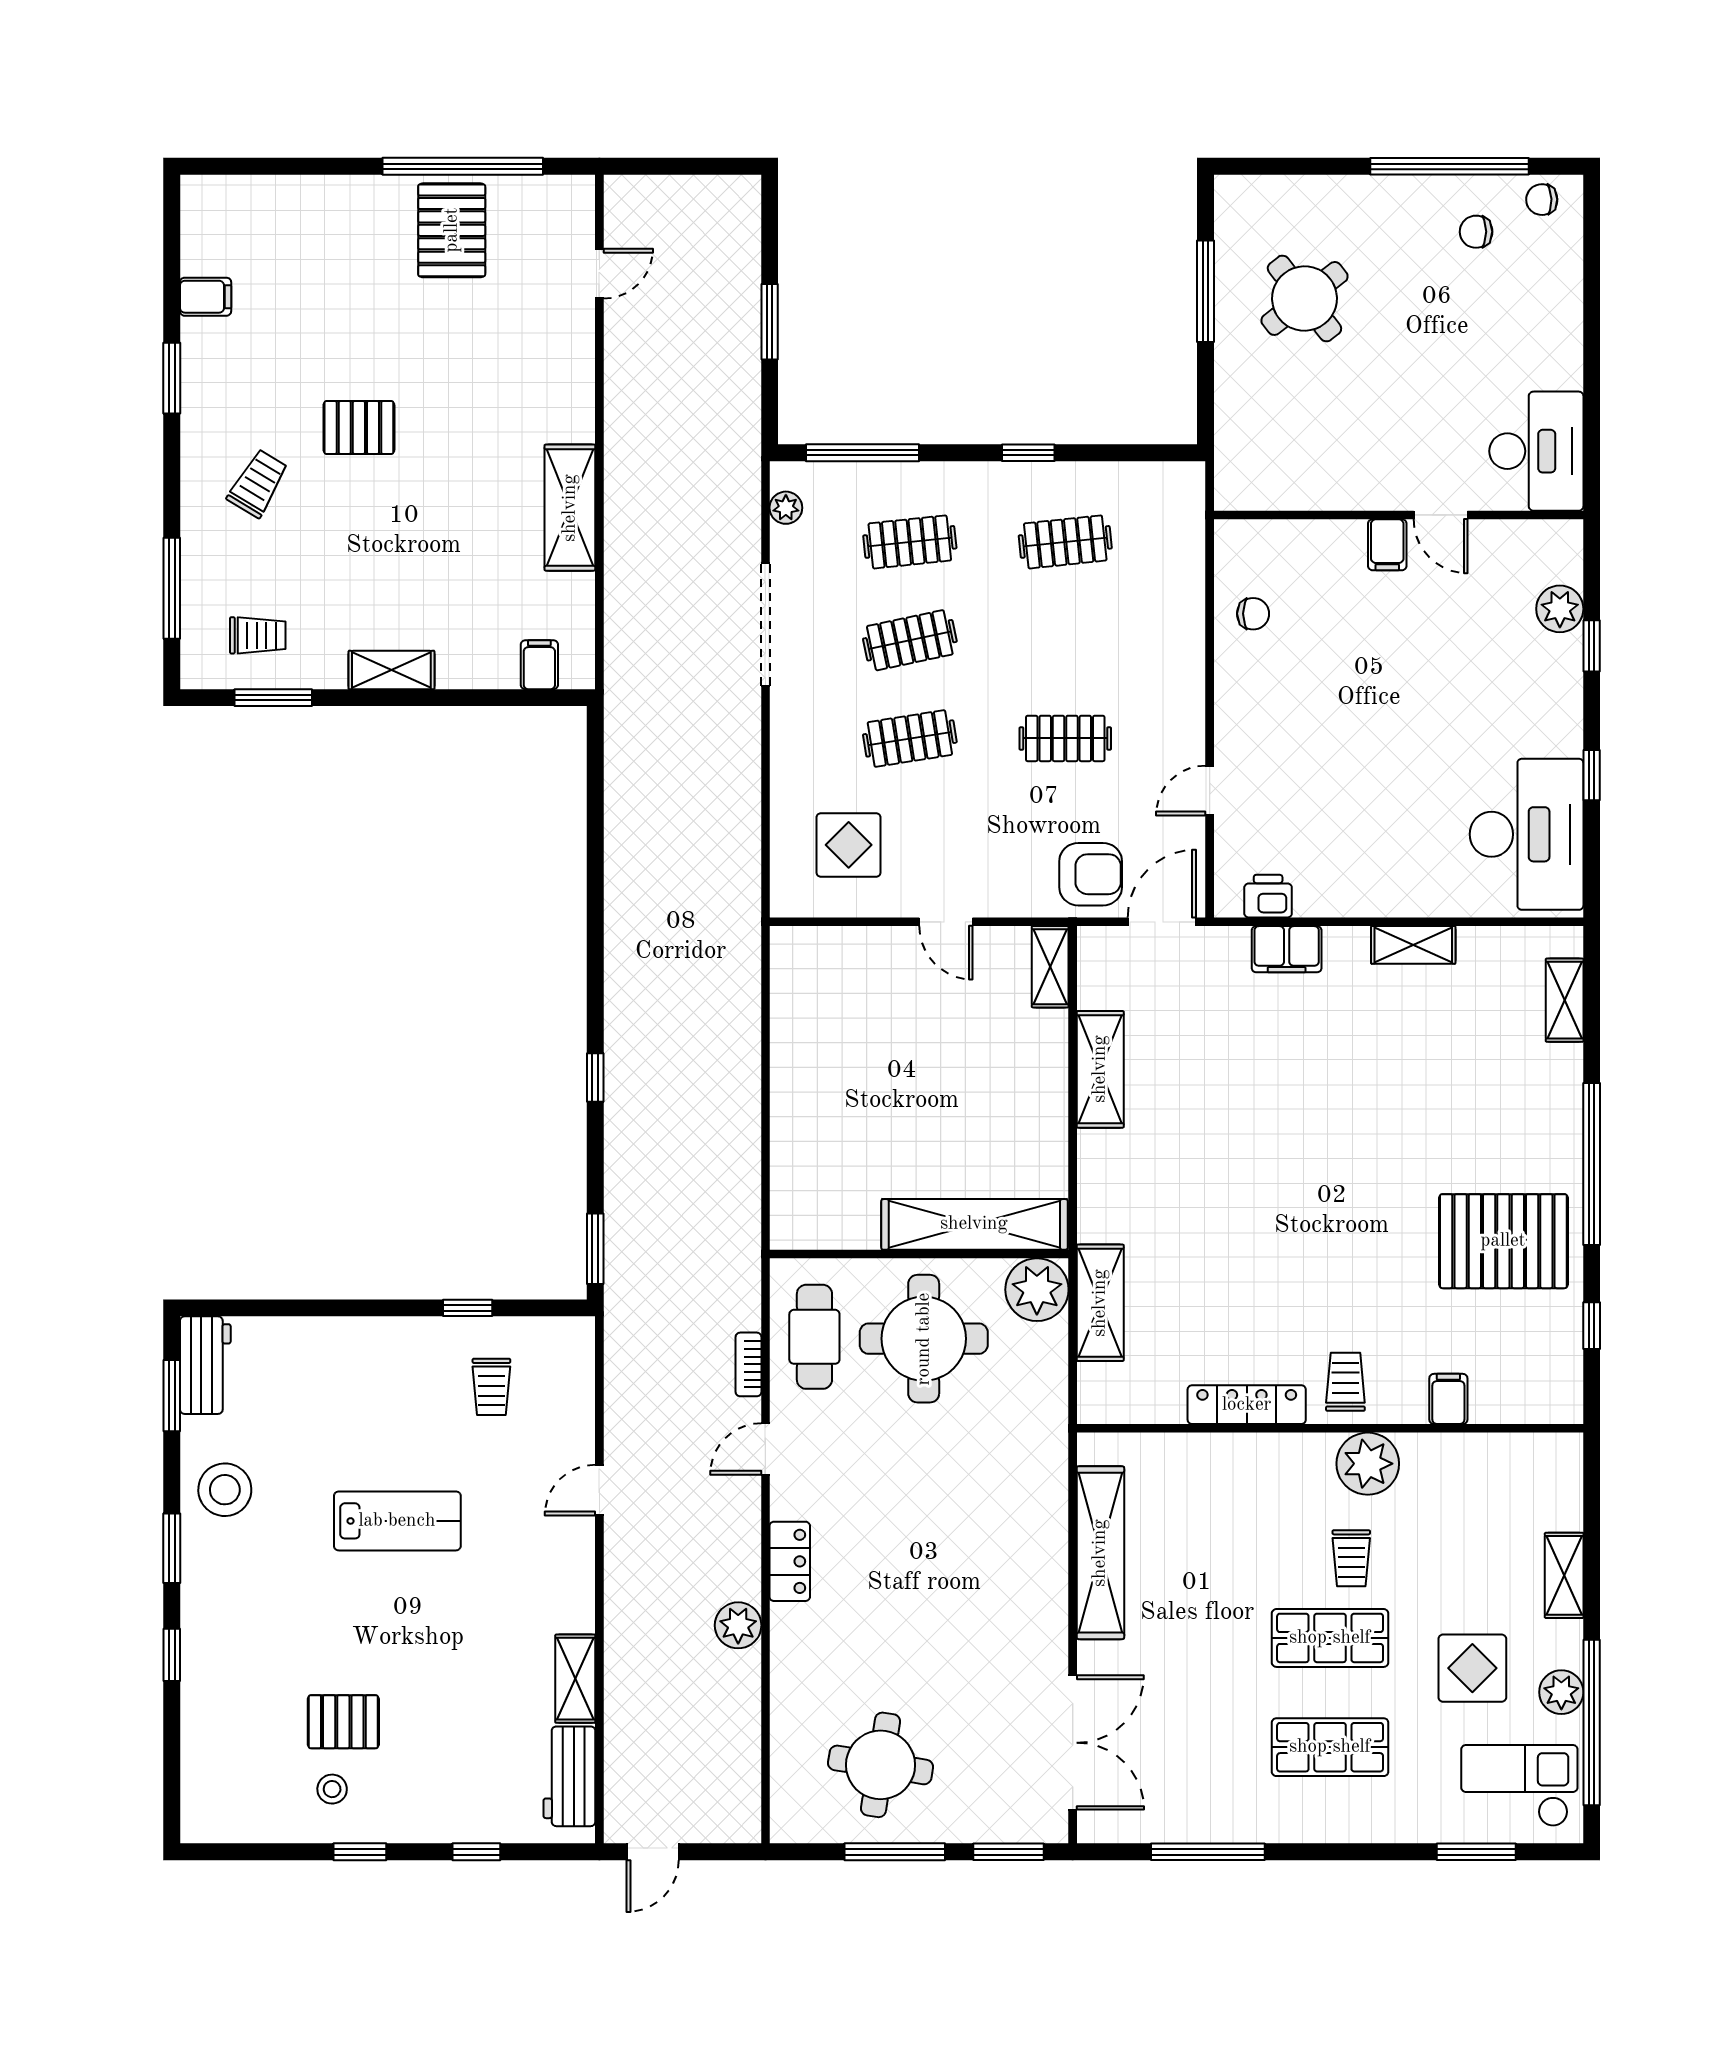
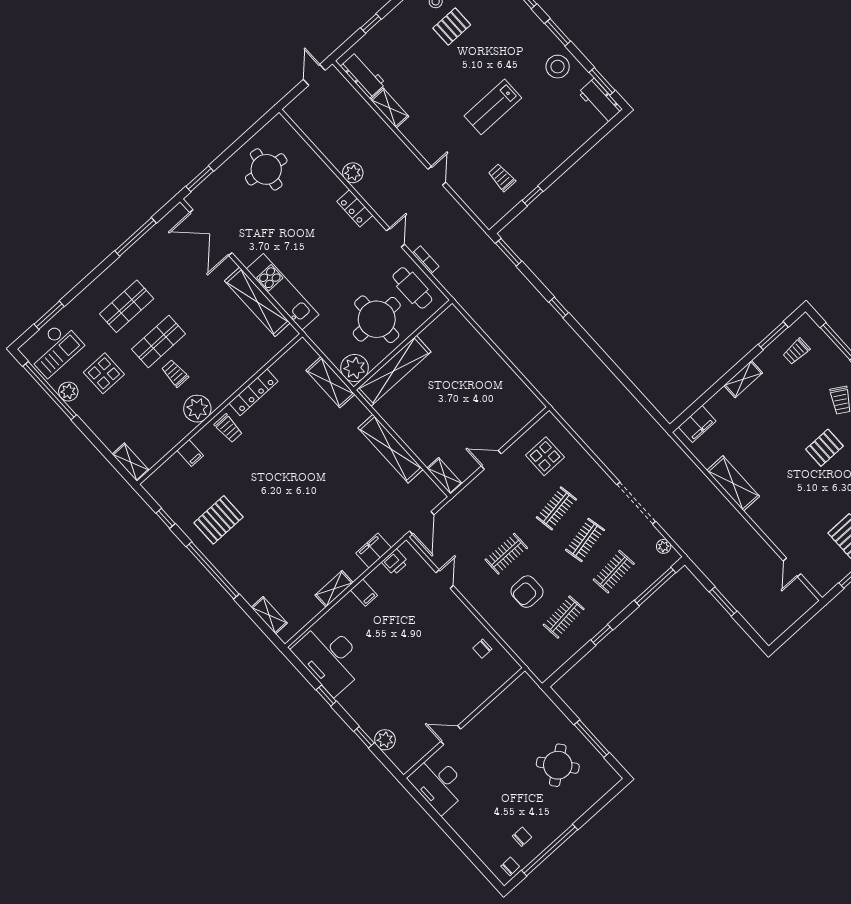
filing cabinet: (1387, 545) -> (364, 593), moved, turned 180
filing cabinet: (539, 665) -> (697, 424), width x2.00
armchair: (1091, 874) -> (527, 592), moved
shelving: (1100, 1069) -> (391, 449), width x1.47
pallet: (1503, 1241) -> (219, 520), width x0.73, depth x0.71
kitchen unit: (1042, 1531) -> (283, 292), added
shelving: (1564, 1575) -> (131, 462), moved
window: (895, 1852) -> (236, 146), removed

